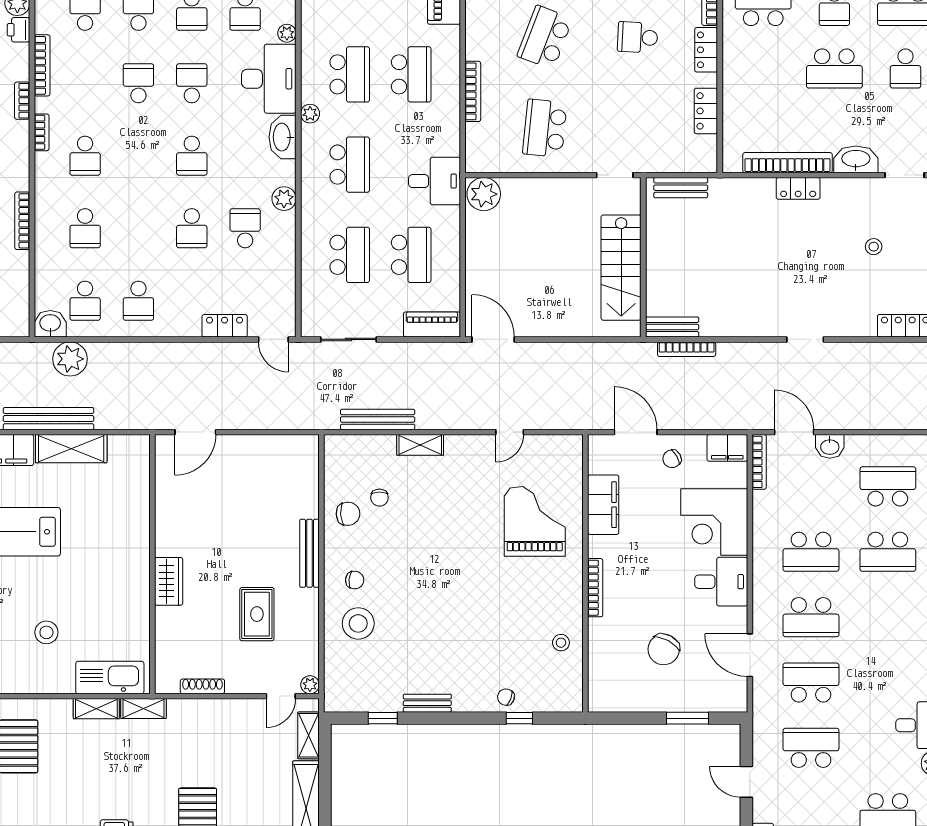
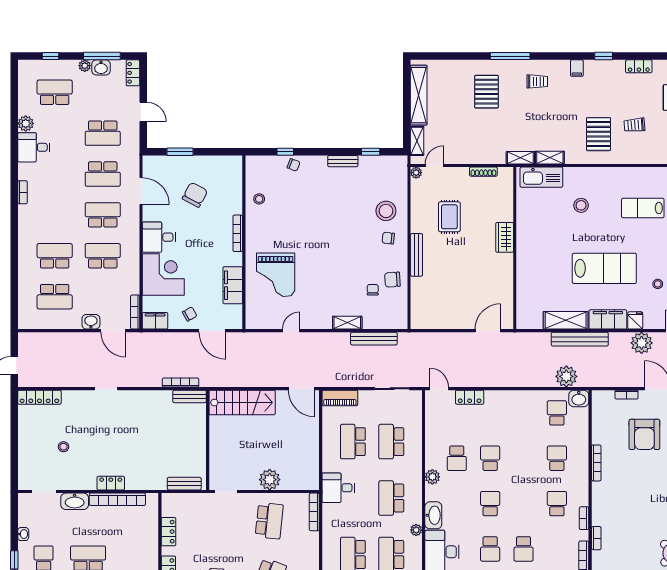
bookcase: (473, 91) -> (314, 512), moved
plant: (484, 194) -> (270, 480), moved
stairs: (621, 268) -> (242, 403), moved, turned 90
school desk: (138, 301) -> (524, 413), removed

